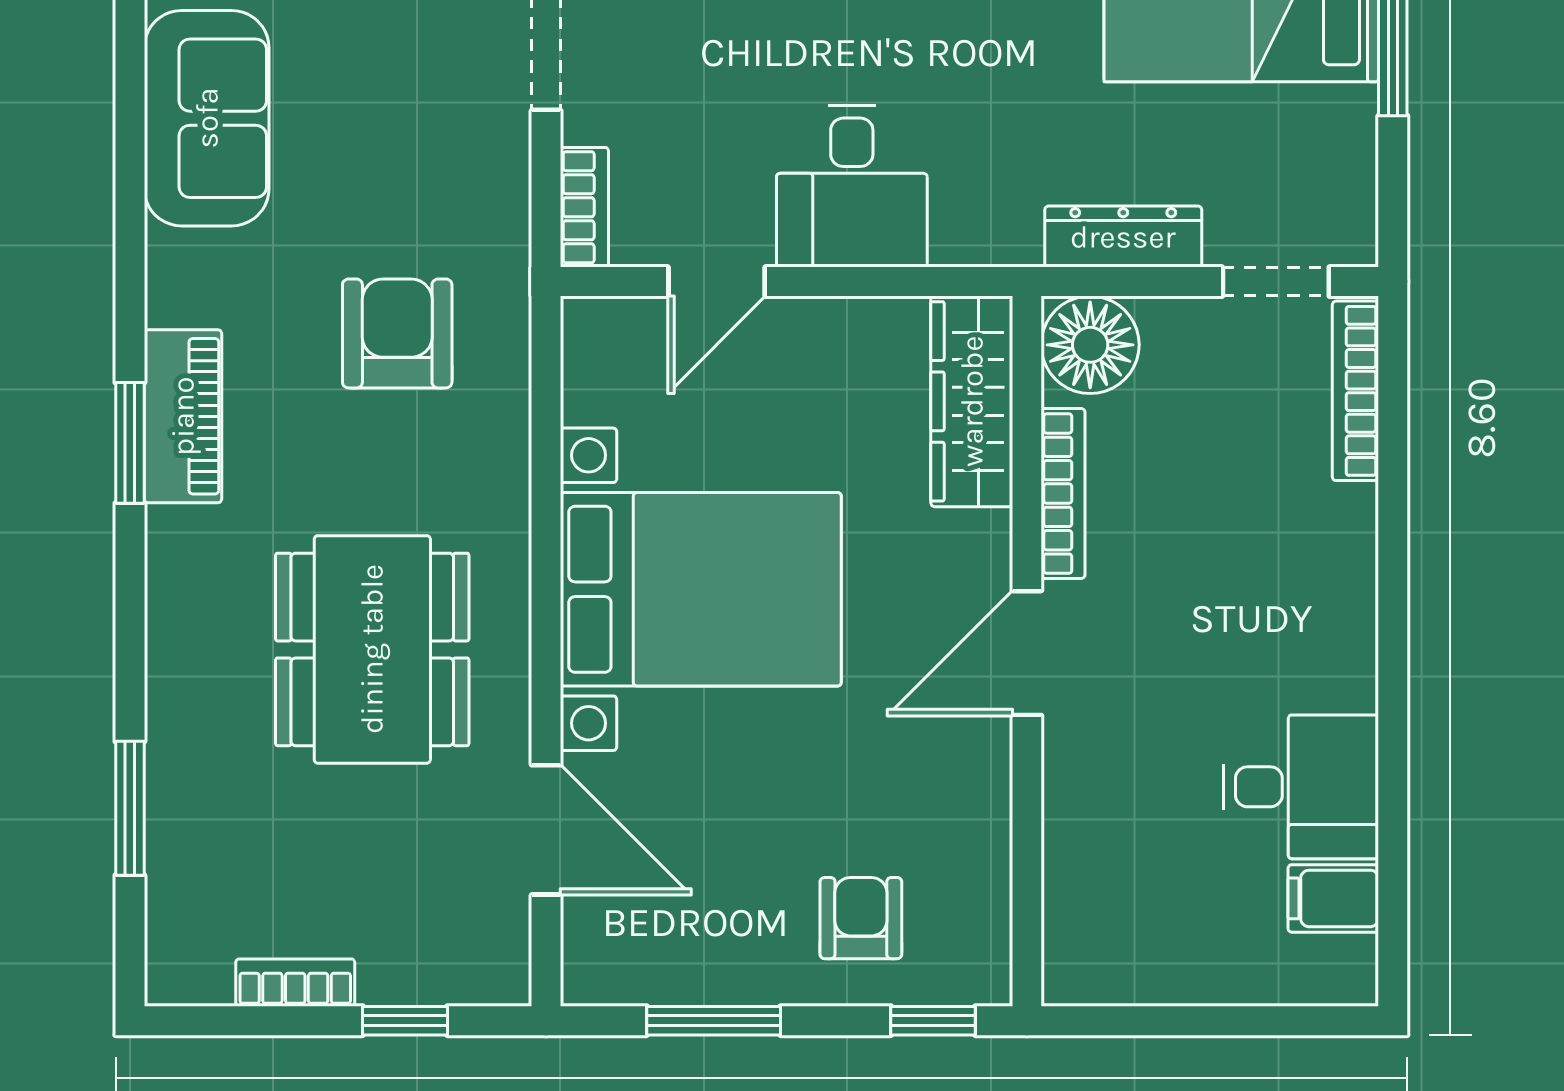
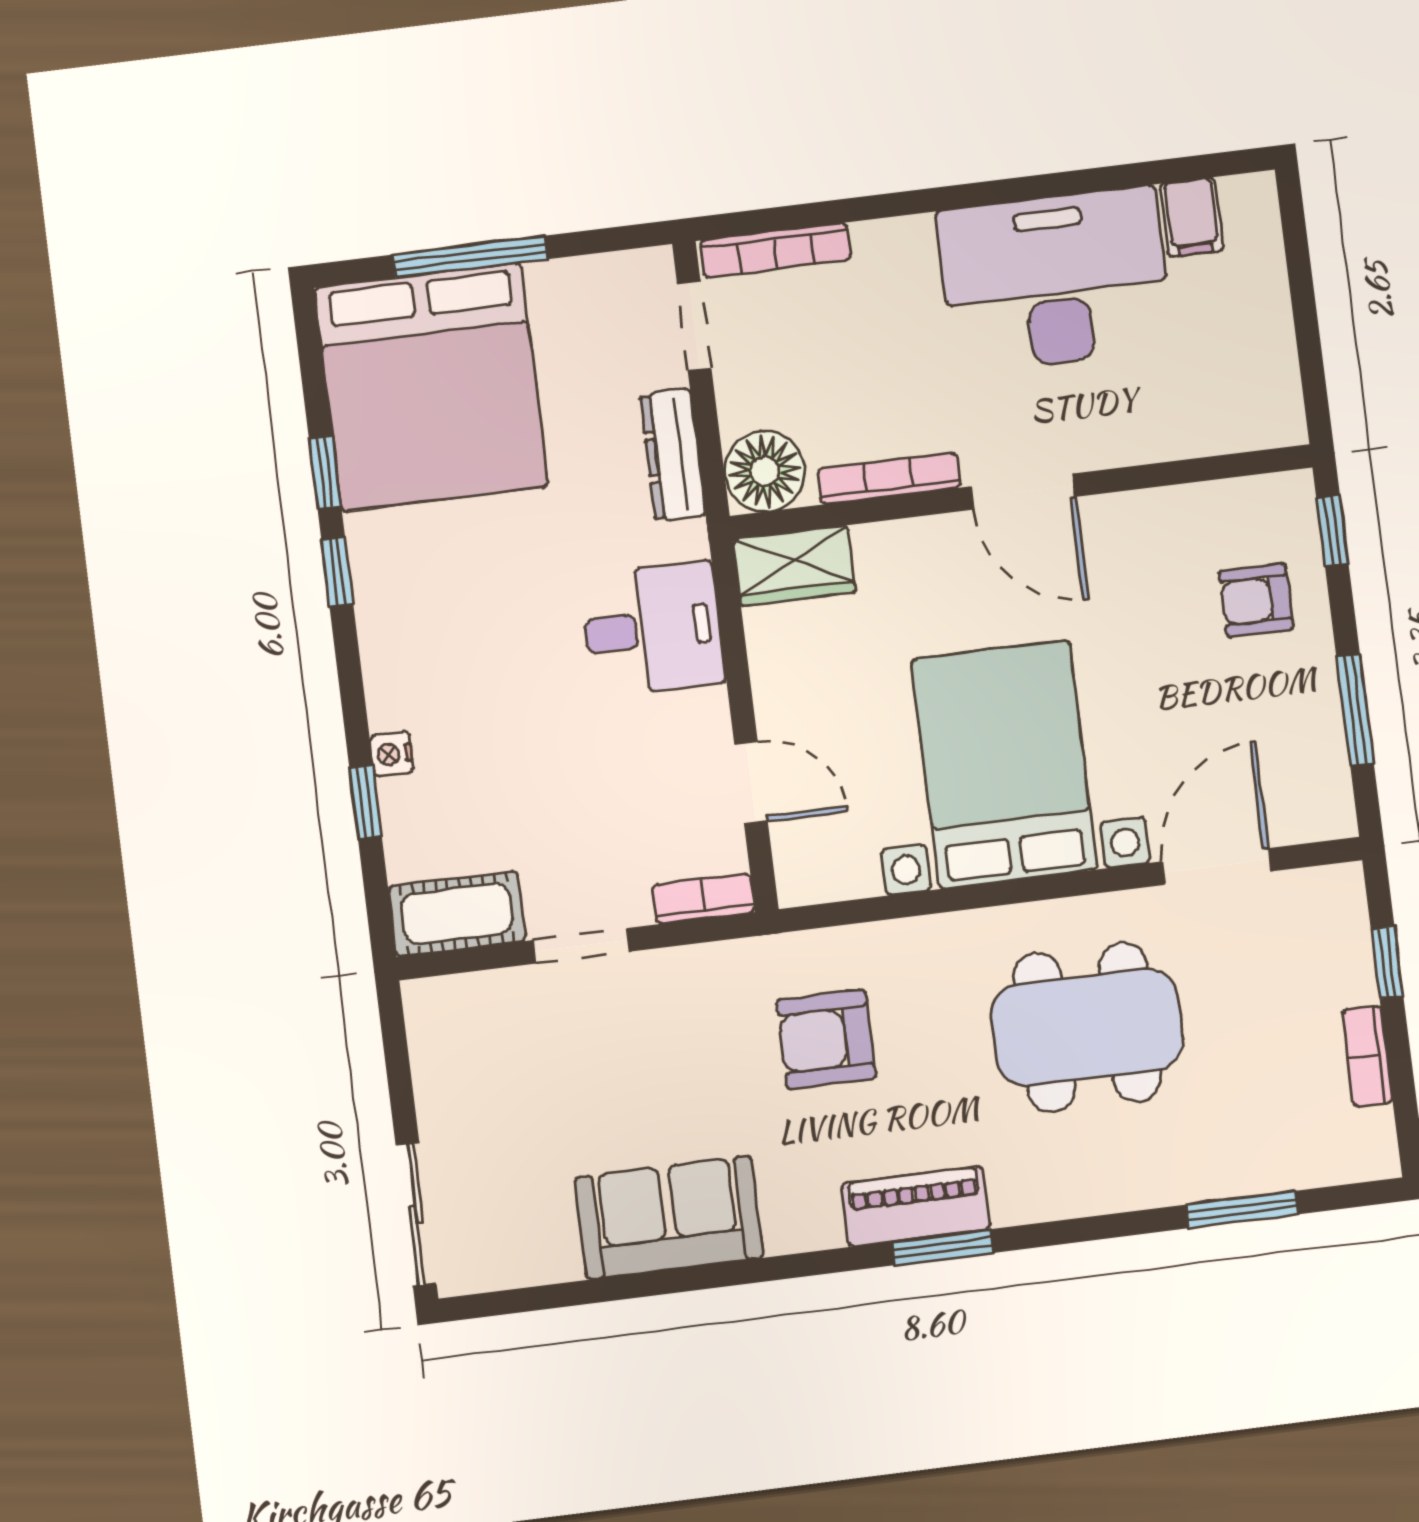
desk: (852, 186) -> (653, 629), moved
wardrobe: (972, 401) -> (794, 566), width x0.67
desk: (1301, 787) -> (1055, 280), width x1.87, depth x1.30

